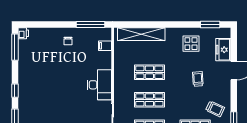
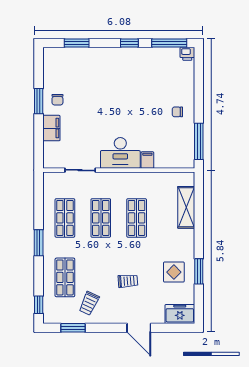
window: (210, 24) -> (199, 271), moved
shelving: (141, 34) -> (186, 207), width x0.68
filing cabinet: (105, 46) -> (147, 160), moved
freezer: (223, 50) -> (180, 314), moved
window: (15, 91) -> (129, 43), moved

